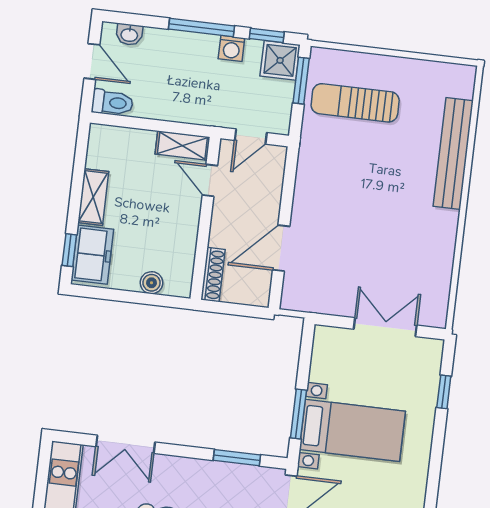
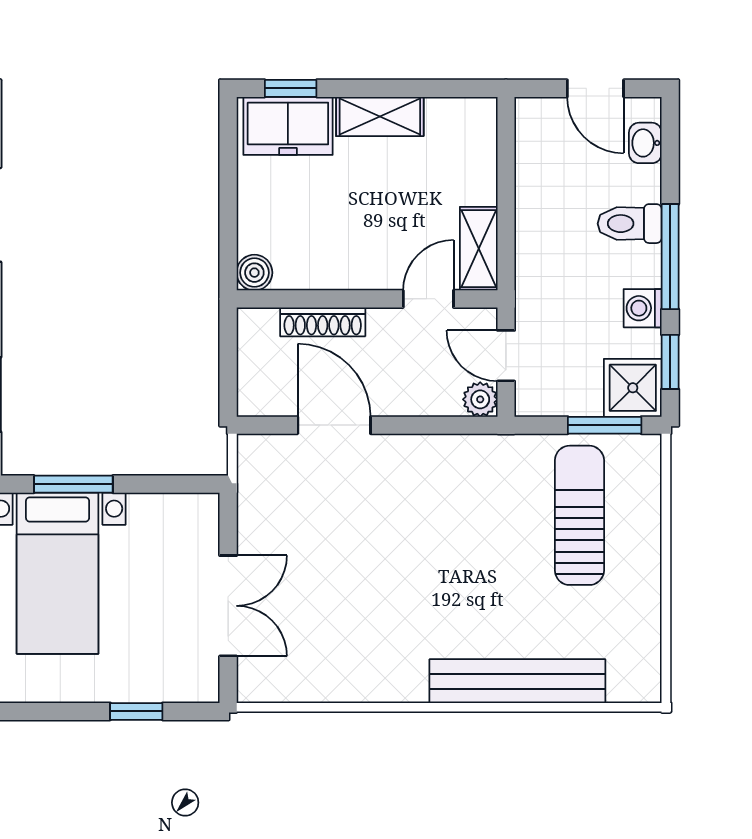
door: (92, 61) -> (595, 88), hinge flipped
toilet: (112, 103) -> (630, 224), moved, turned 90
plant: (276, 156) -> (480, 399), added
shoe rack: (213, 275) -> (323, 322), moved
boiler: (152, 283) -> (254, 273), moved

